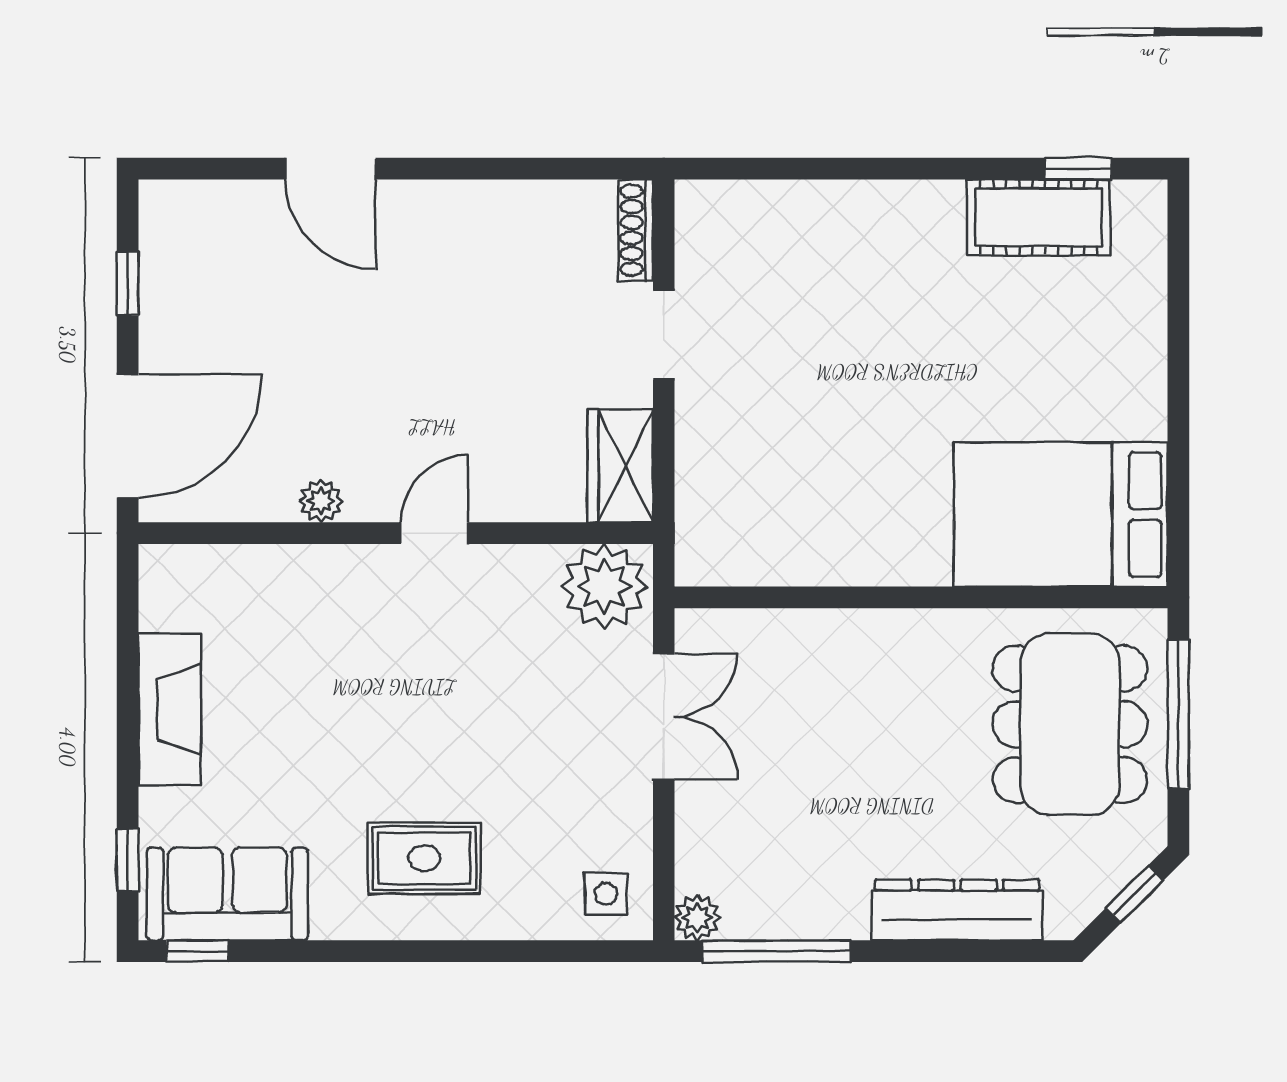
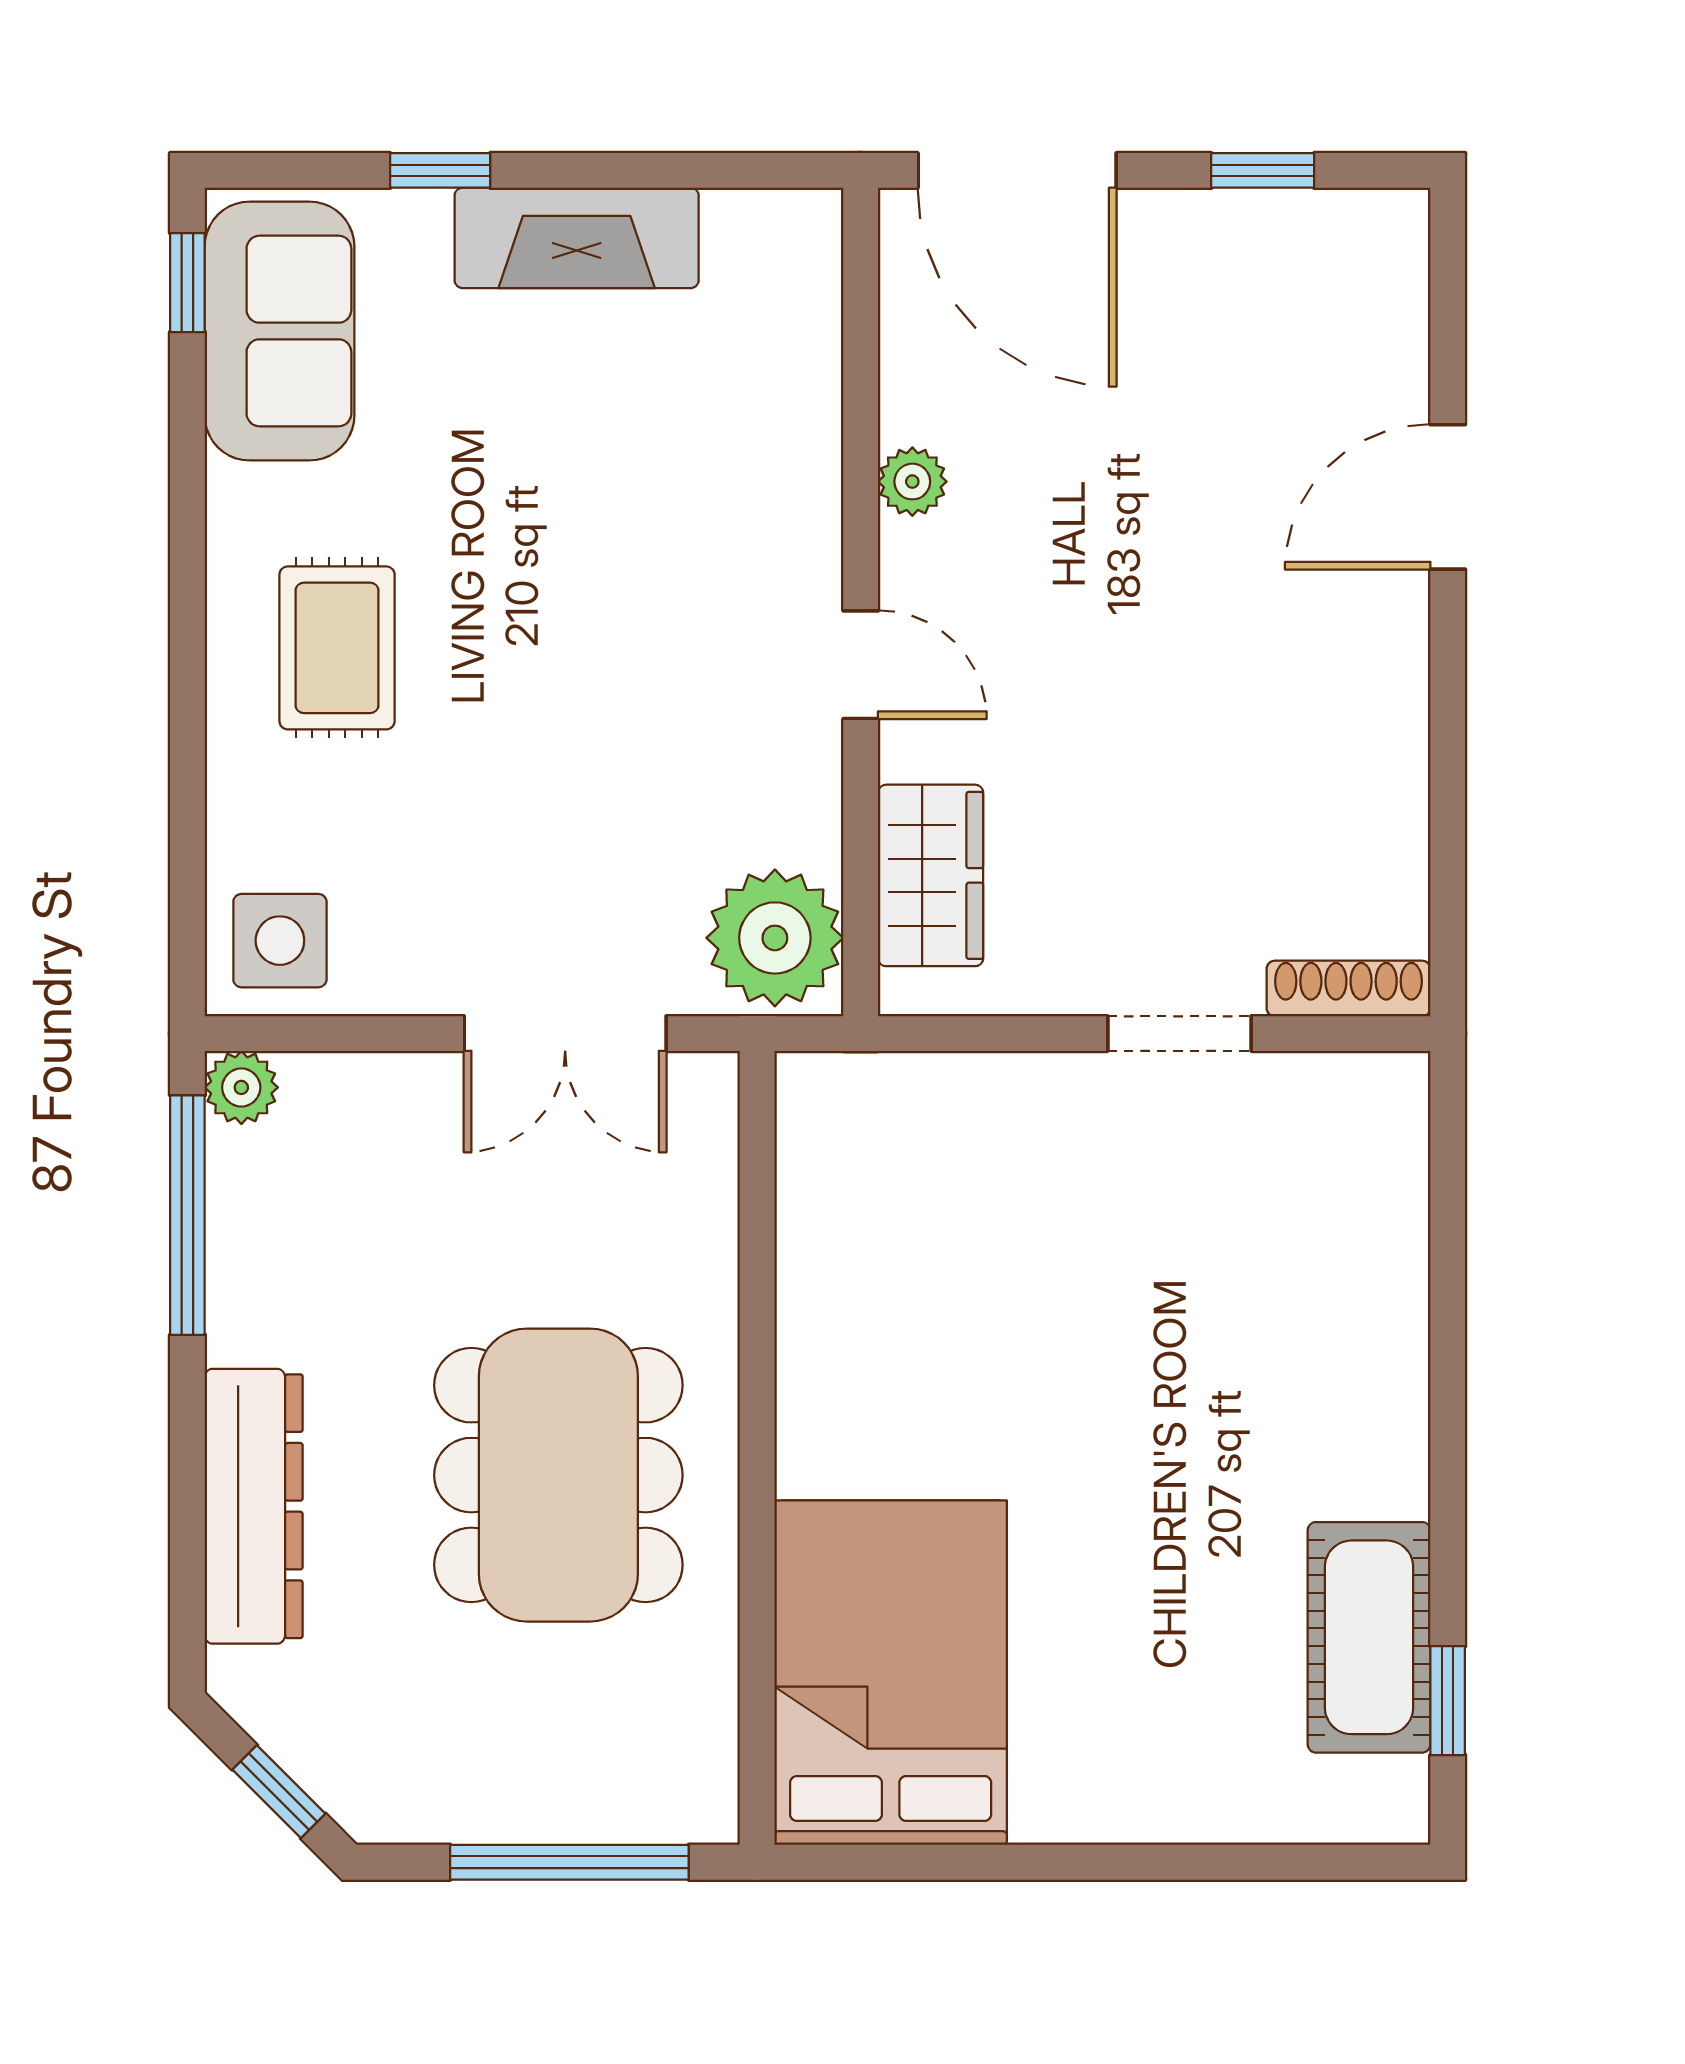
wardrobe: (620, 466) -> (931, 875), moved, turned 90
dining table: (1070, 724) -> (558, 1475), moved, turned 90
window: (128, 860) -> (440, 170), moved
side table: (606, 894) -> (280, 941), width x1.37, depth x1.37

